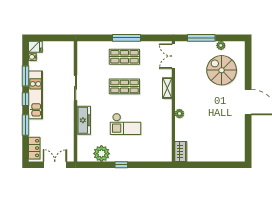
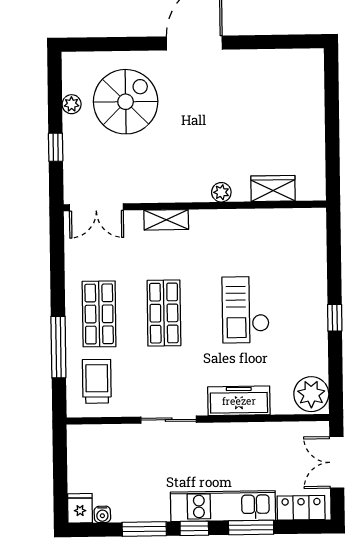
window: (126, 38) -> (58, 347), moved
window: (201, 38) -> (56, 147), width x0.46
trolley: (94, 55) -> (97, 381), added
spiral stairs: (222, 70) -> (126, 102), turned 180
kitchen unit: (36, 95) -> (223, 506), moved
checkout: (125, 124) -> (246, 310), turned 180
wardrobe: (181, 151) -> (273, 189), moved
plant: (101, 154) -> (311, 394), moved

